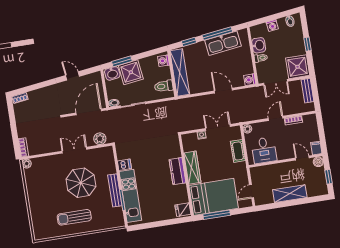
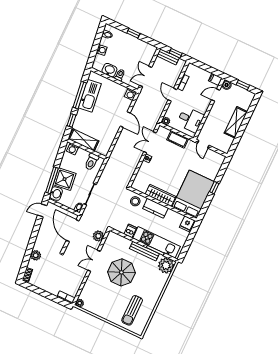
window: (122, 61) -> (52, 180), width x1.44
shower: (298, 67) -> (145, 52), removed
shelving: (180, 73) -> (84, 140), width x0.68
door: (73, 76) -> (42, 210), moved
double door: (276, 82) -> (146, 76), swing flipped
door: (223, 91) -> (125, 120), swing flipped
plant: (43, 93) -> (36, 255), added
window: (316, 95) -> (176, 53), added
stool: (155, 151) -> (135, 201), added
wardrobe: (192, 168) -> (160, 195), moved
kitchen counter: (177, 171) -> (155, 208), moved
wall: (186, 175) -> (163, 204), moved
door: (252, 191) -> (203, 144), moved
bed: (214, 197) -> (193, 194), moved
fridge: (183, 210) -> (187, 224), moved
window: (217, 215) -> (214, 188), width x0.46
sun lounger: (74, 217) -> (132, 310), moved
plant: (115, 219) -> (166, 265), added

